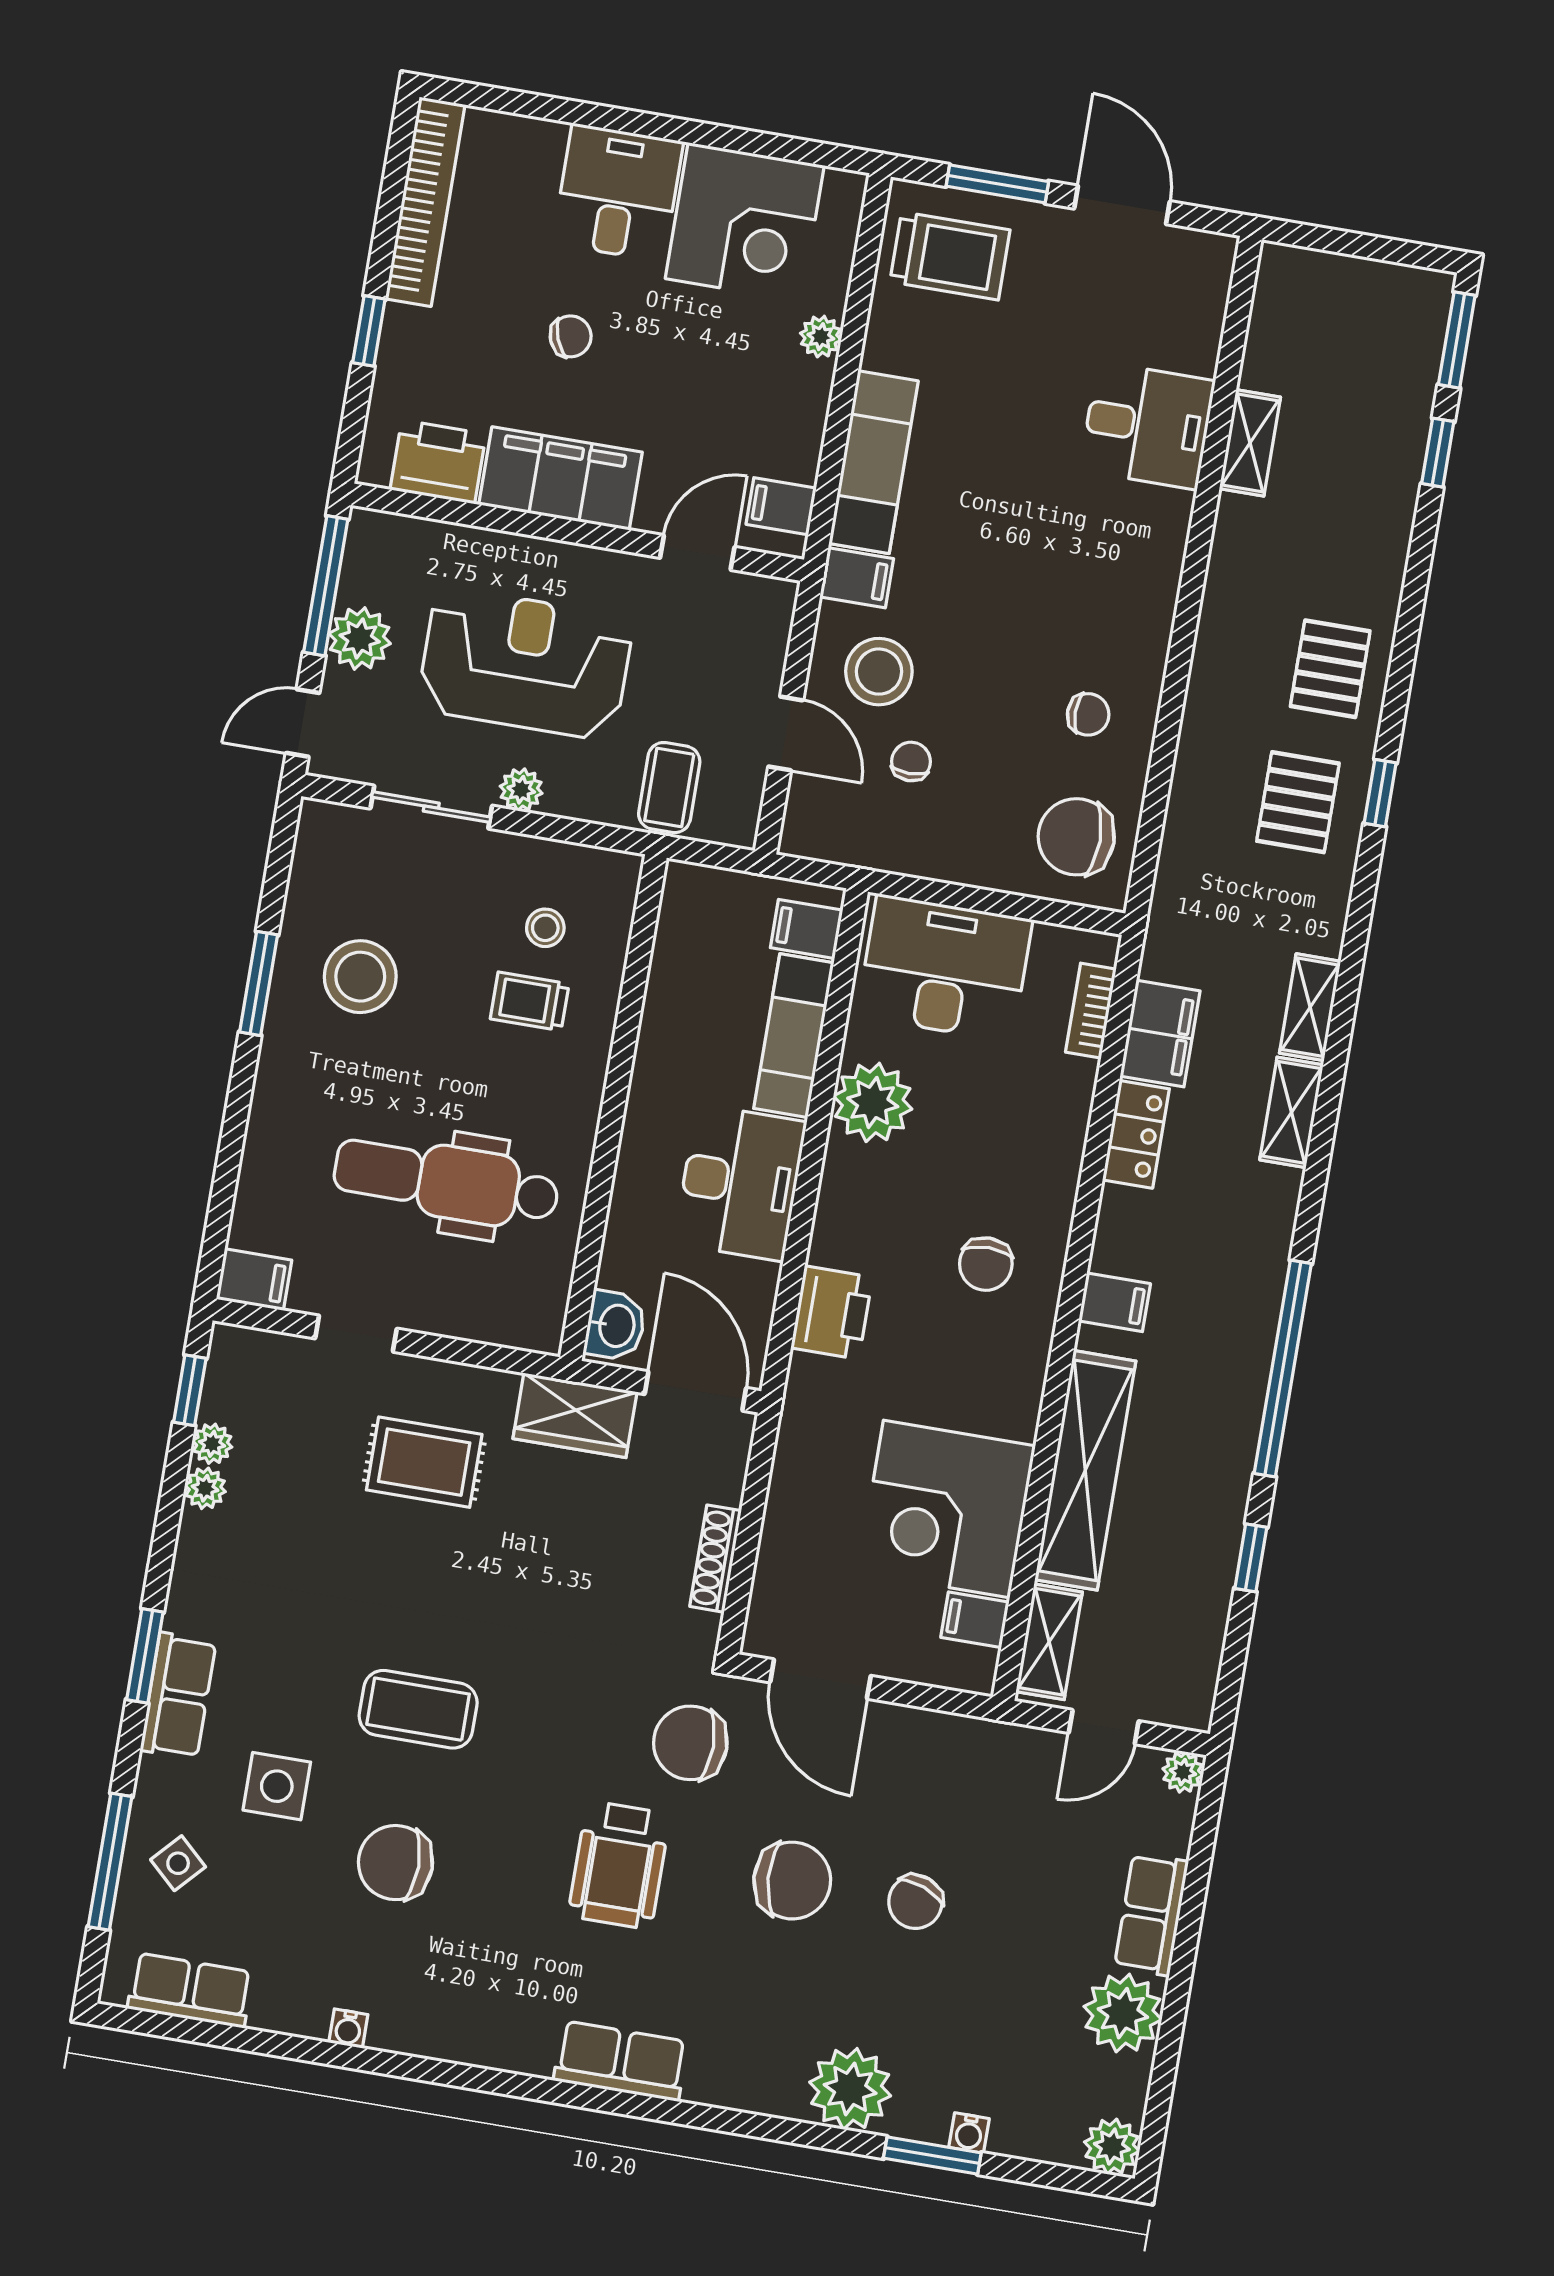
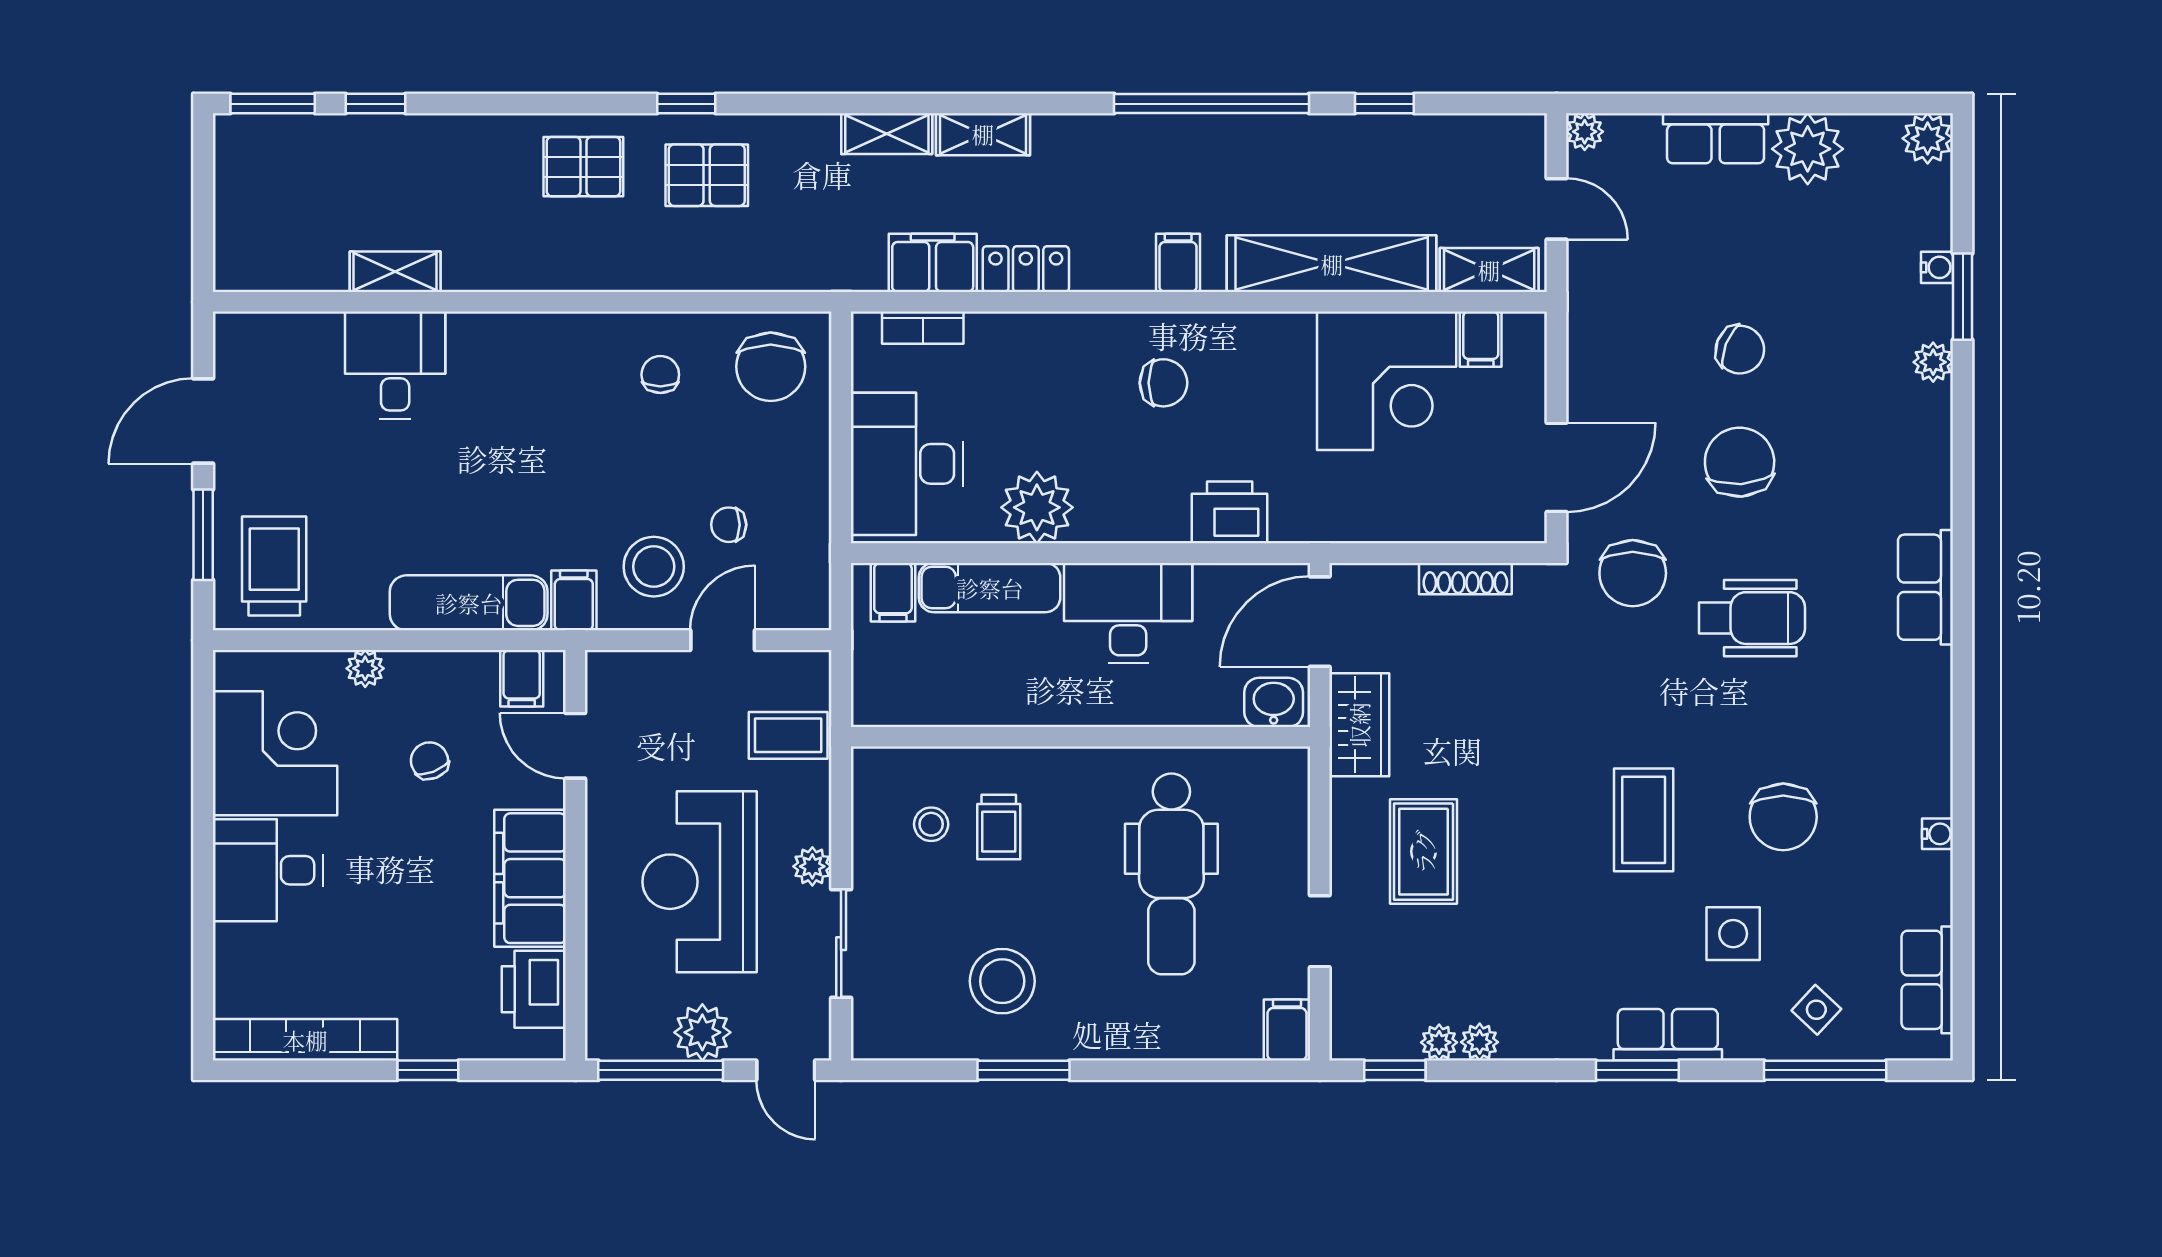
chair: (571, 336) -> (430, 761), moved
plant: (850, 2089) -> (1933, 362), width x0.53, depth x0.53

